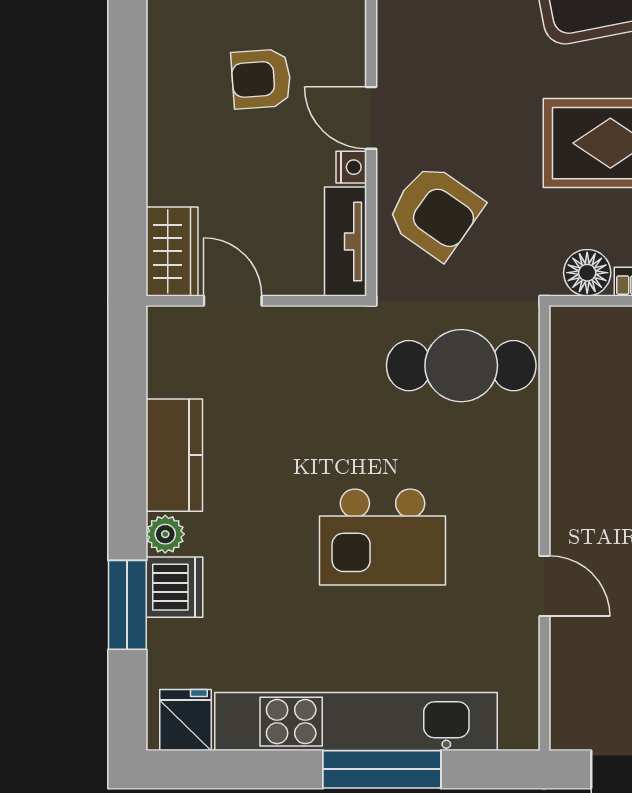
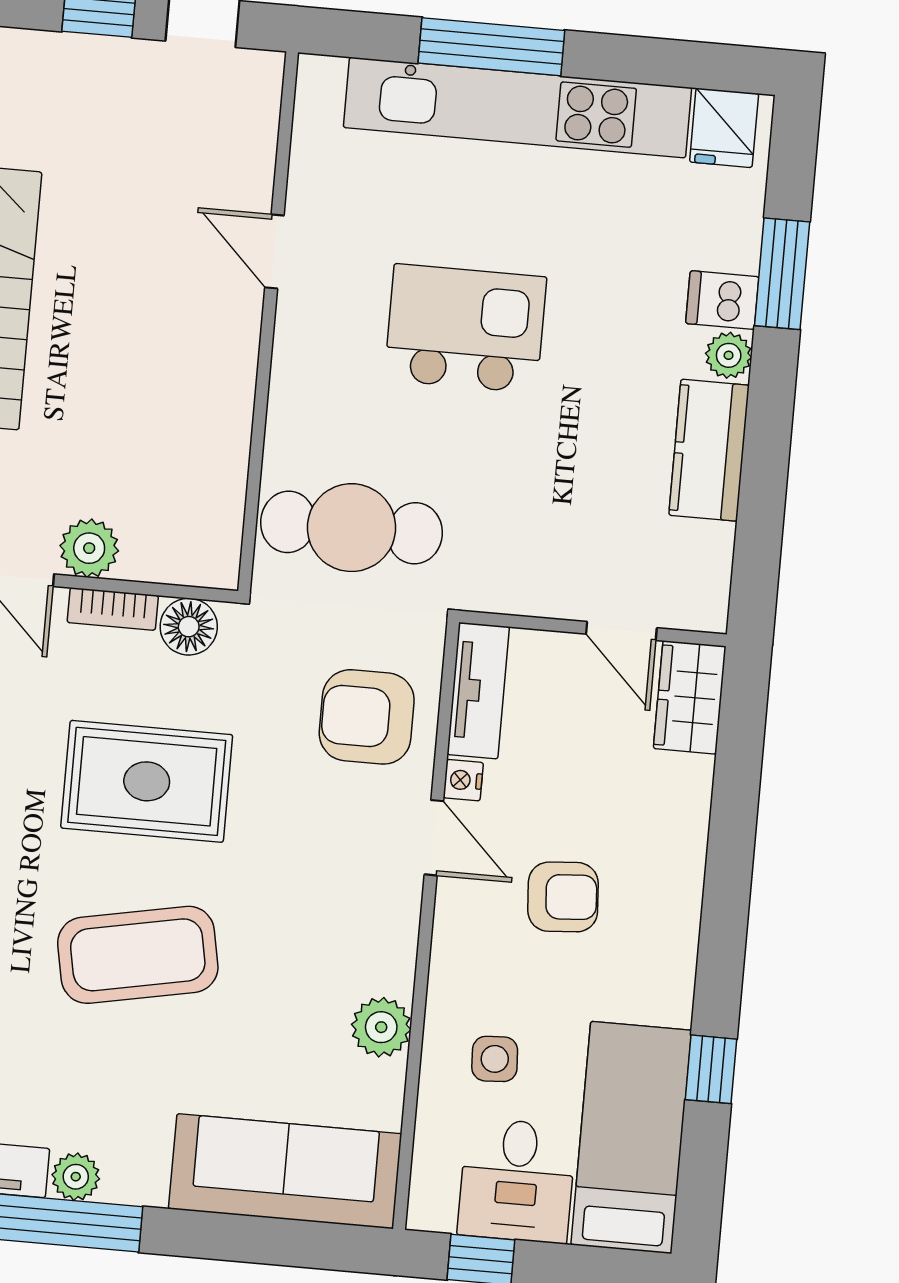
armchair: (435, 212) -> (367, 717), turned -35
dishwasher: (174, 587) -> (722, 300), width x0.73

